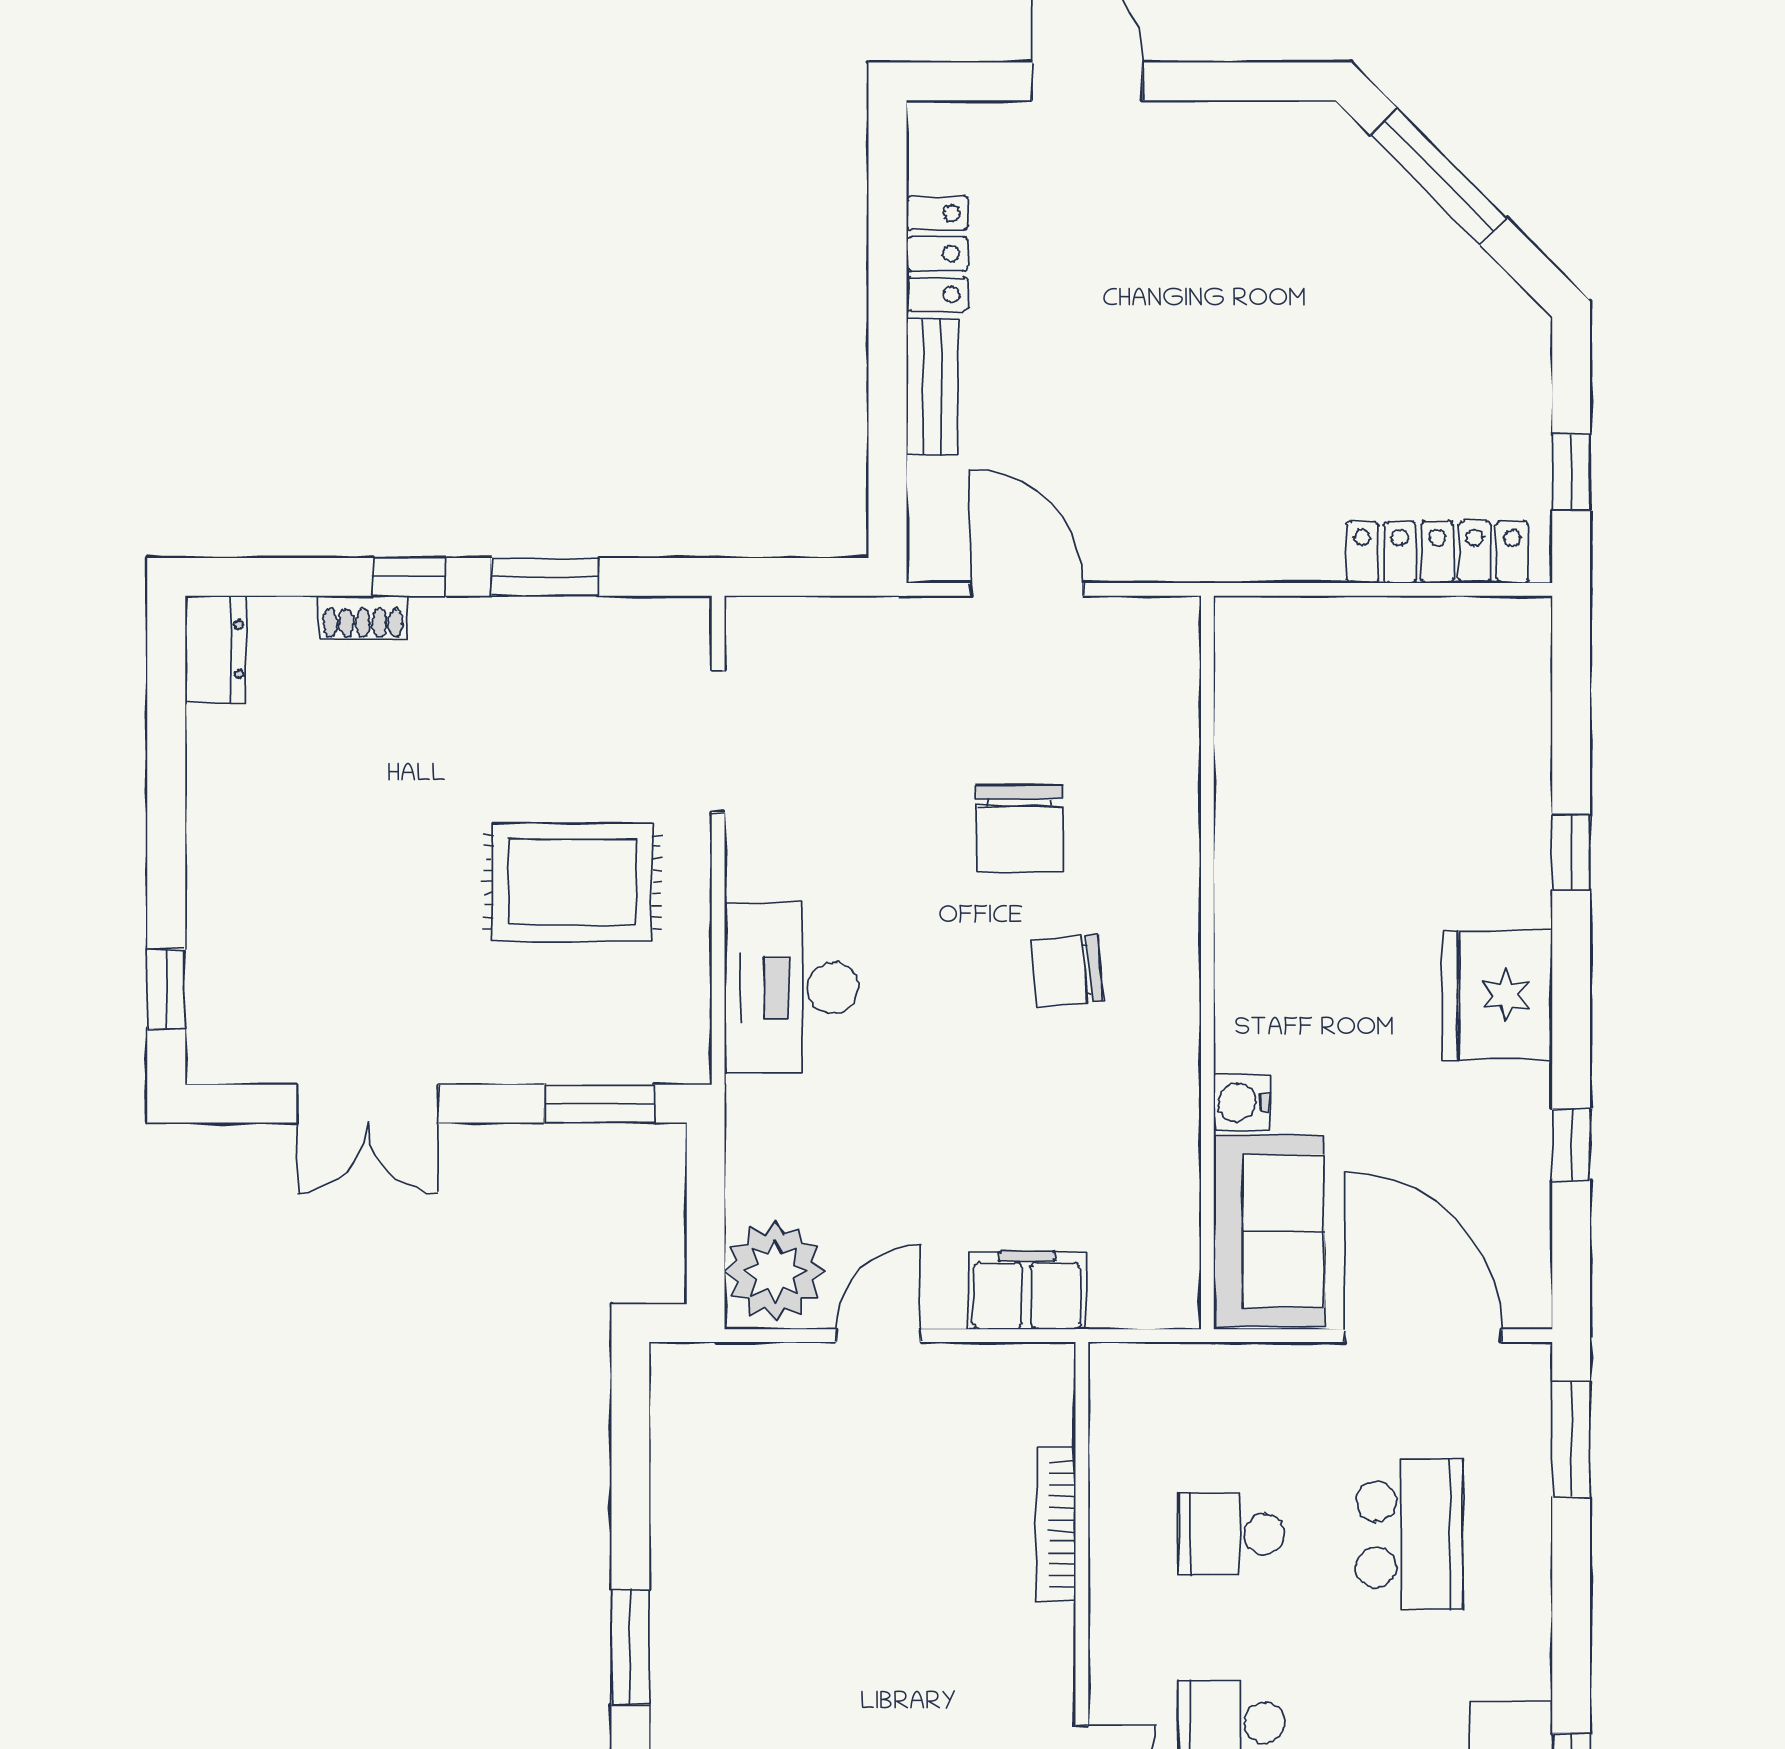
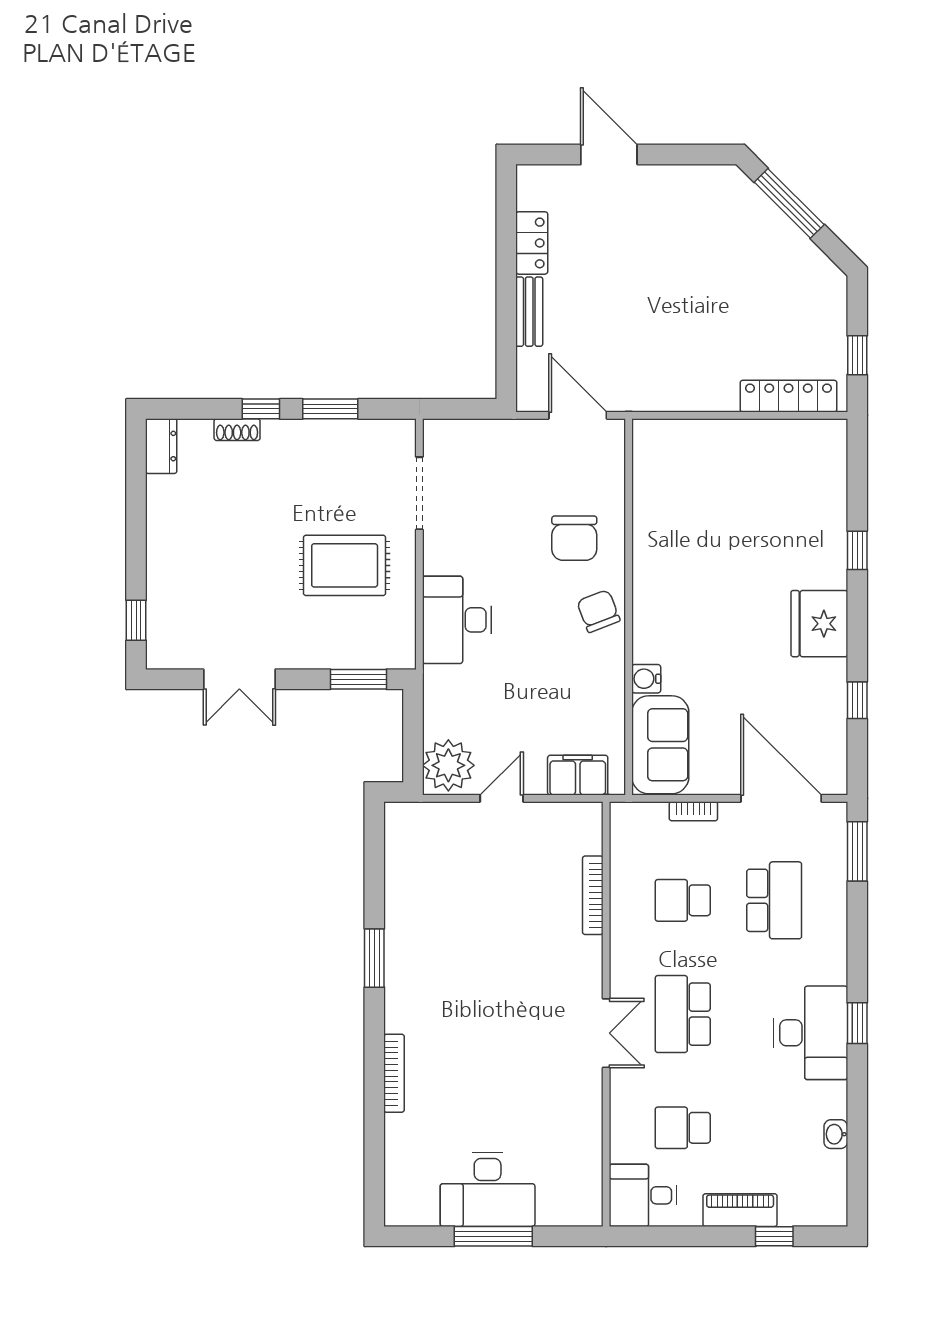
wall: (1207, 963) -> (629, 607), moved
chair: (1067, 971) -> (598, 611), turned 74
water cooler: (1242, 1103) -> (646, 679), moved
sofa: (1269, 1231) -> (660, 745), moved
bookcase: (1252, 1361) -> (693, 811), added

